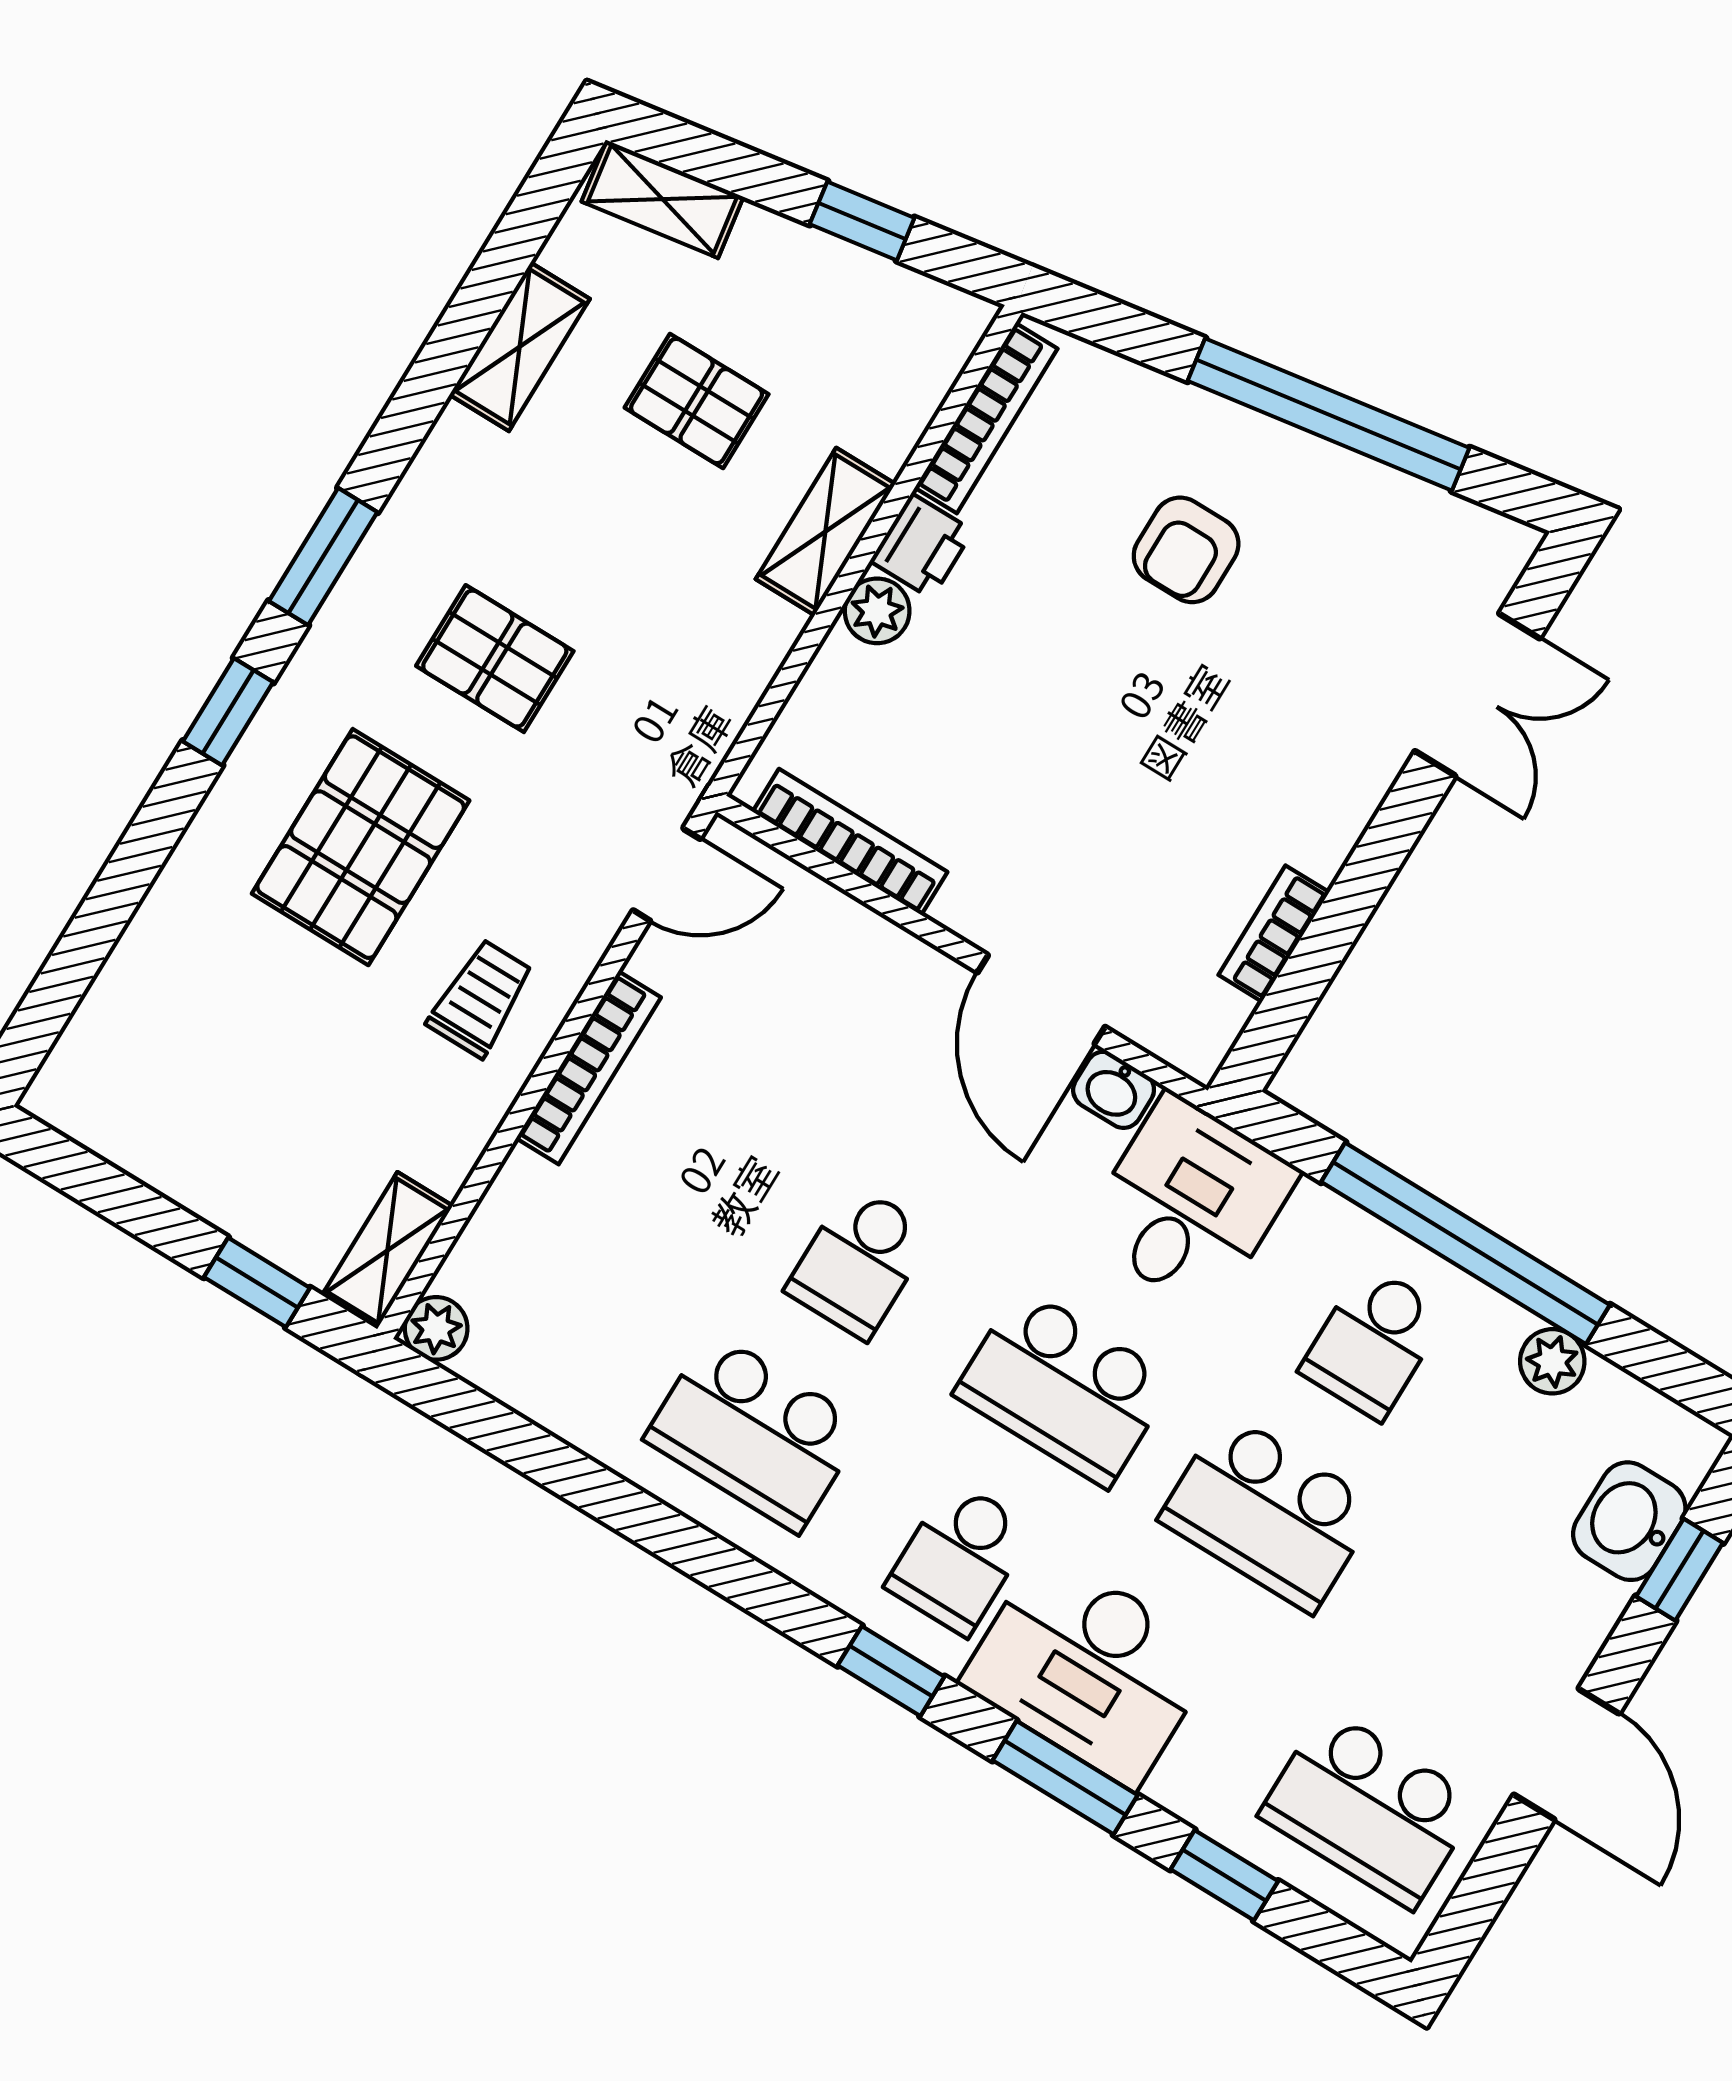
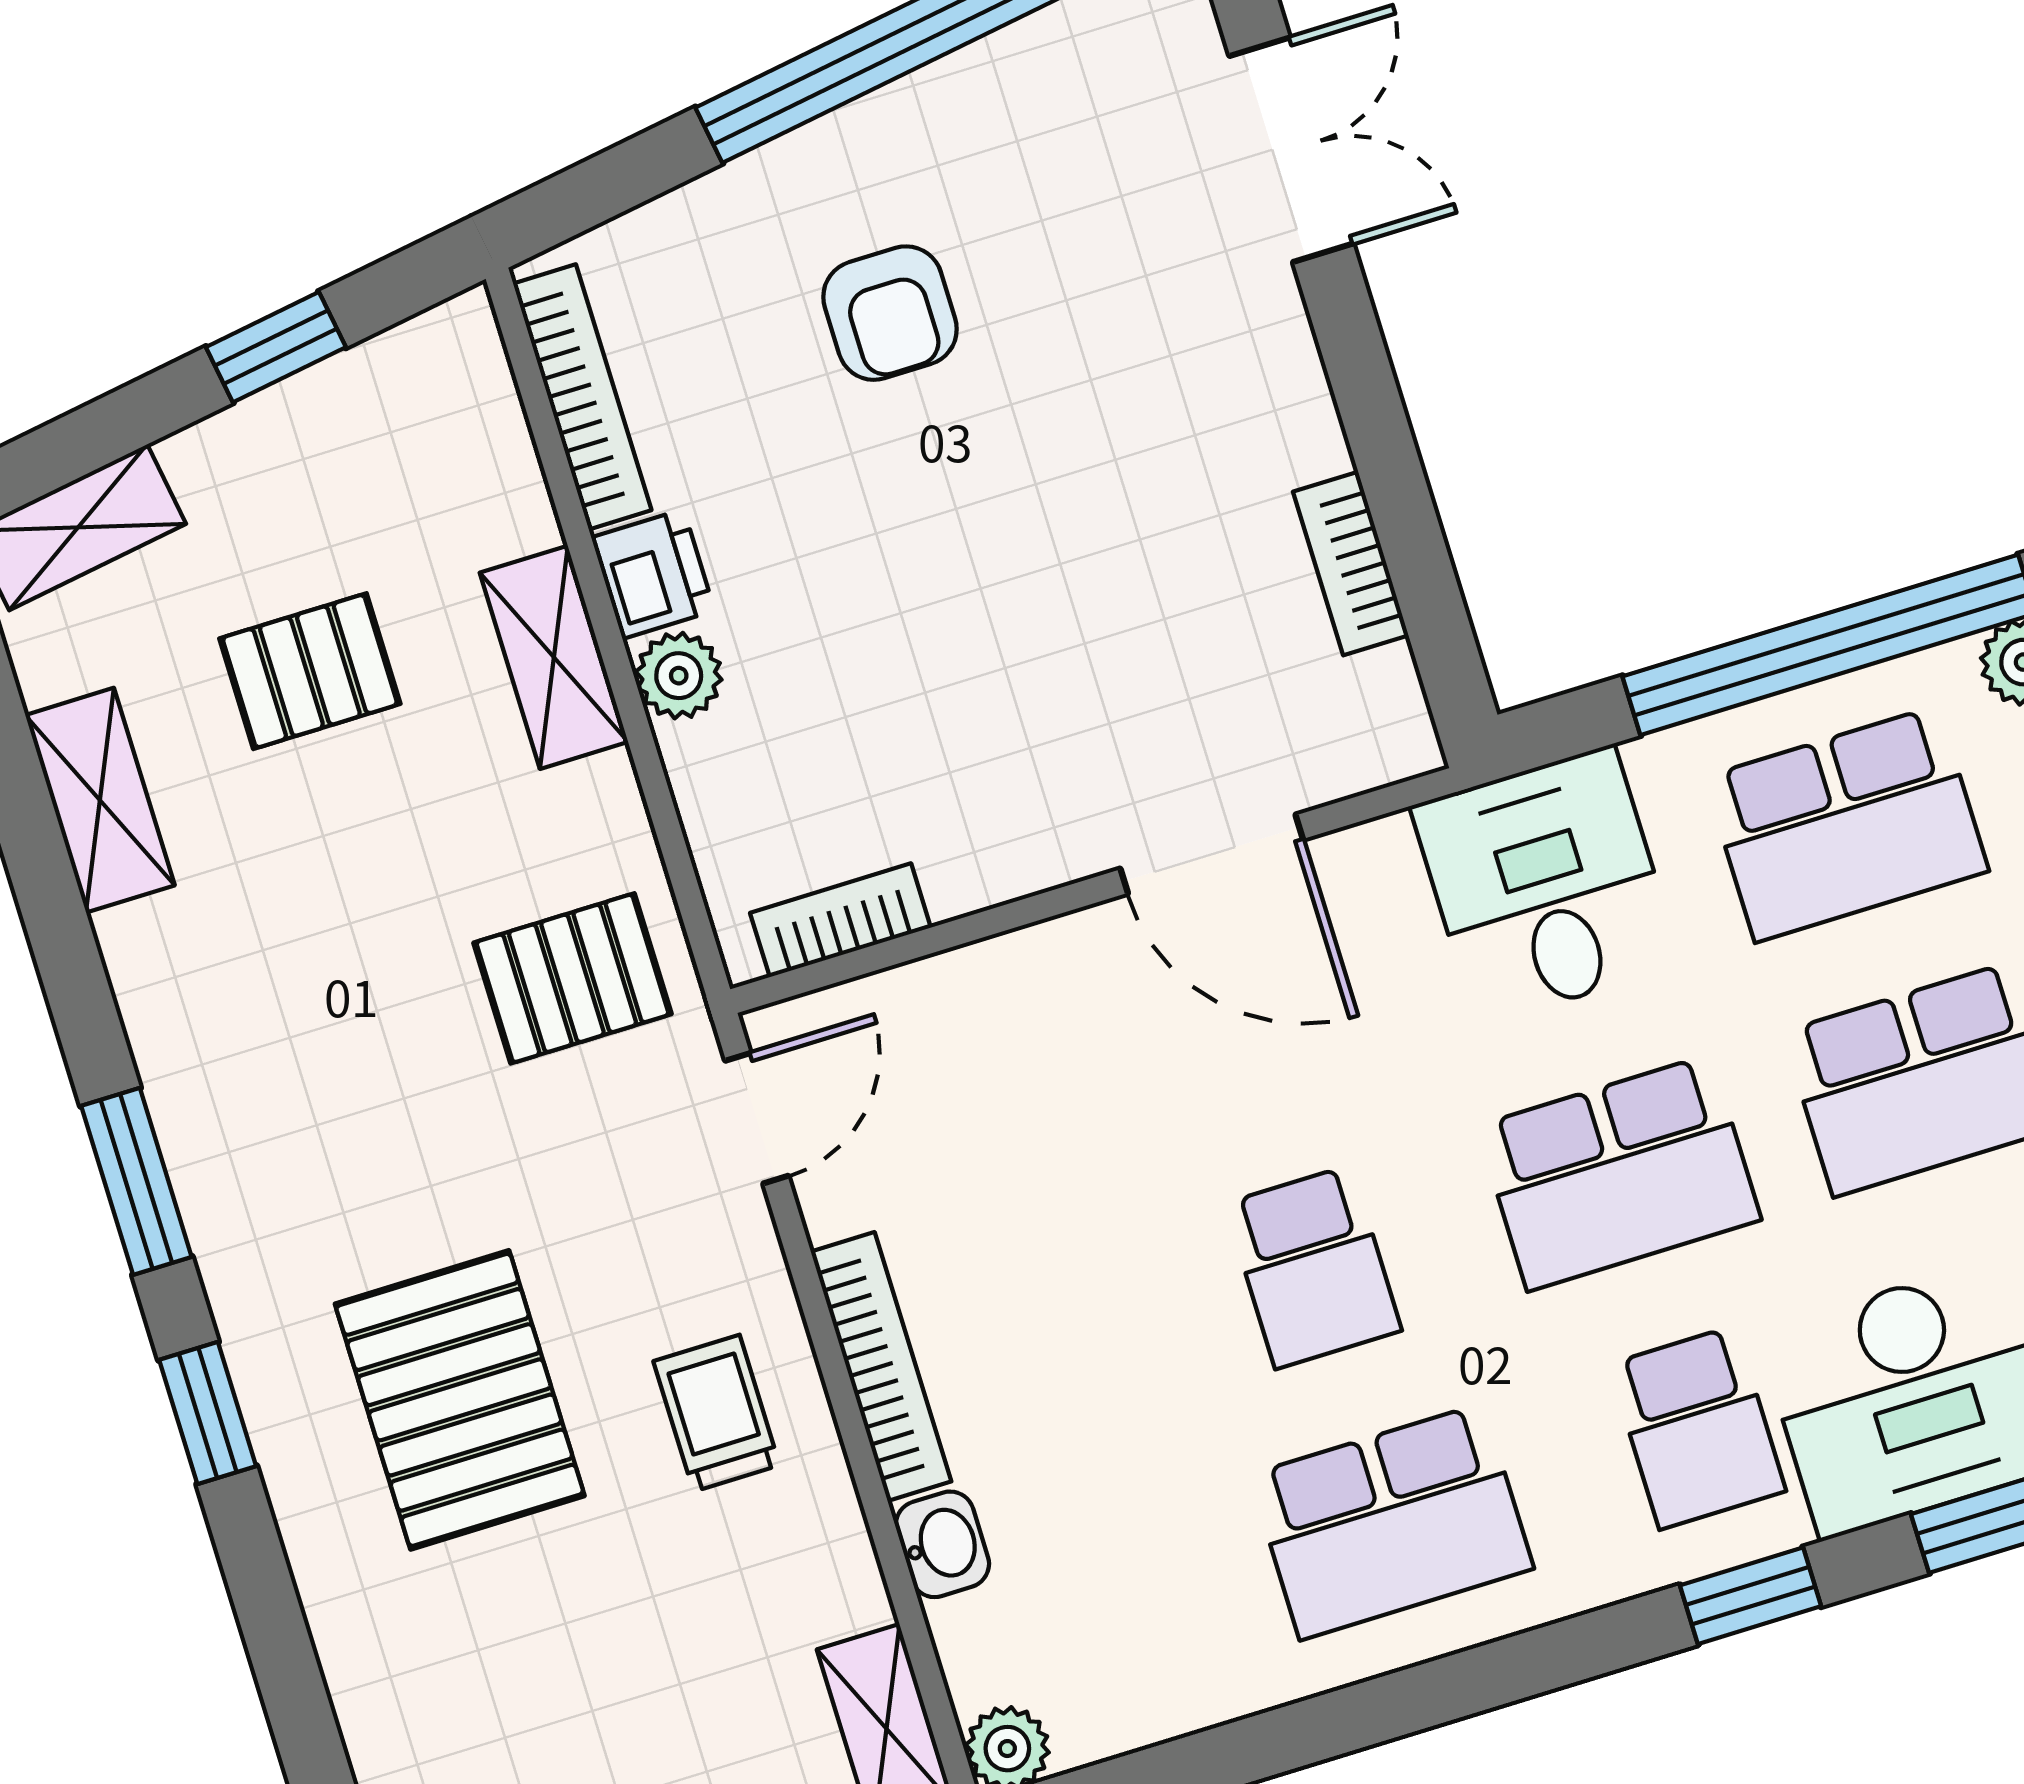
pallet: (495, 659) -> (573, 978), moved
bookcase: (850, 842) -> (840, 920), width x0.64
washbasin: (1114, 1090) -> (942, 1544), moved, turned -90
school desk: (1373, 1342) -> (1847, 824), width x1.85

